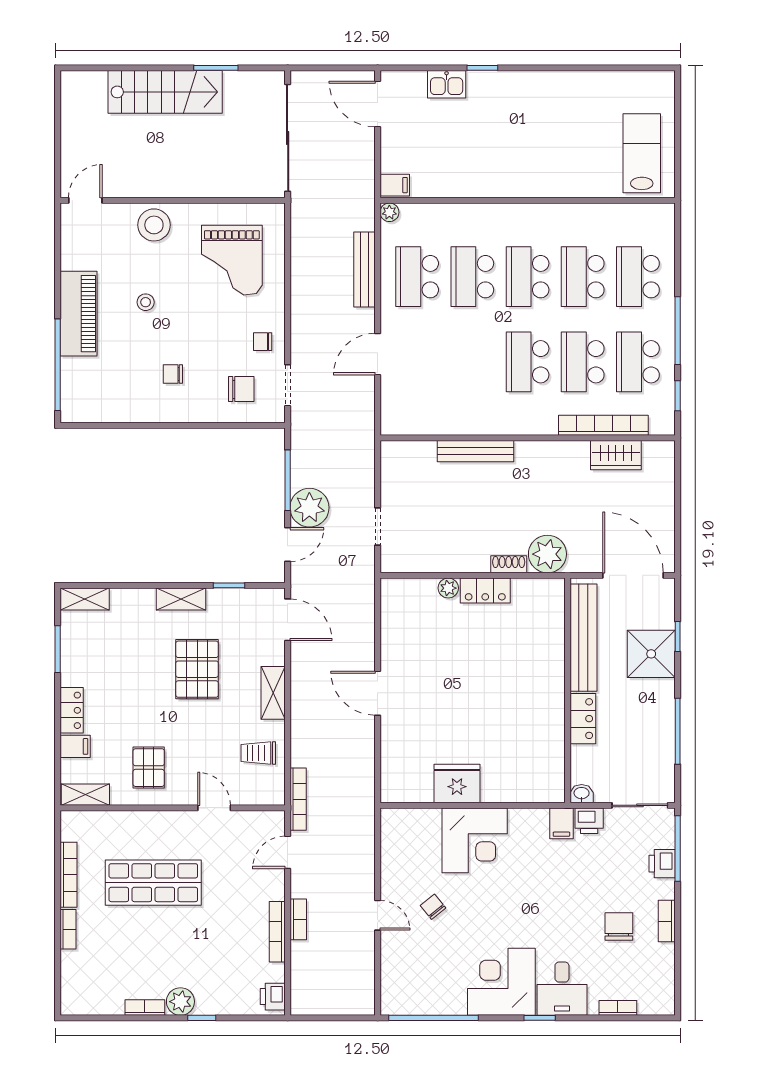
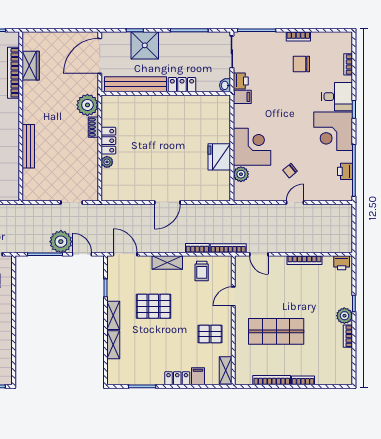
shelving: (85, 599) -> (113, 345), moved
door: (288, 620) -> (125, 254), hinge flipped
plant: (427, 821) -> (241, 174), added
printer: (662, 864) -> (345, 171), moved, turned 90
shop shelf: (153, 883) -> (276, 331), turned 90
bookcase: (298, 919) -> (197, 248), moved

